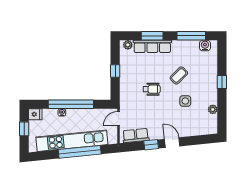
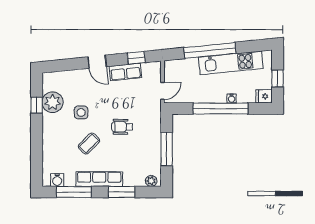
row of seats: (152, 46) -> (99, 179), moved
window: (115, 71) -> (167, 149), width x2.17
window: (222, 82) -> (37, 105), moved
plant: (213, 109) -> (53, 102), width x1.88, depth x1.88
row of seats: (136, 136) -> (125, 72), moved
kitchen unit: (72, 141) -> (231, 63), width x0.73
window: (151, 145) -> (136, 58), moved

